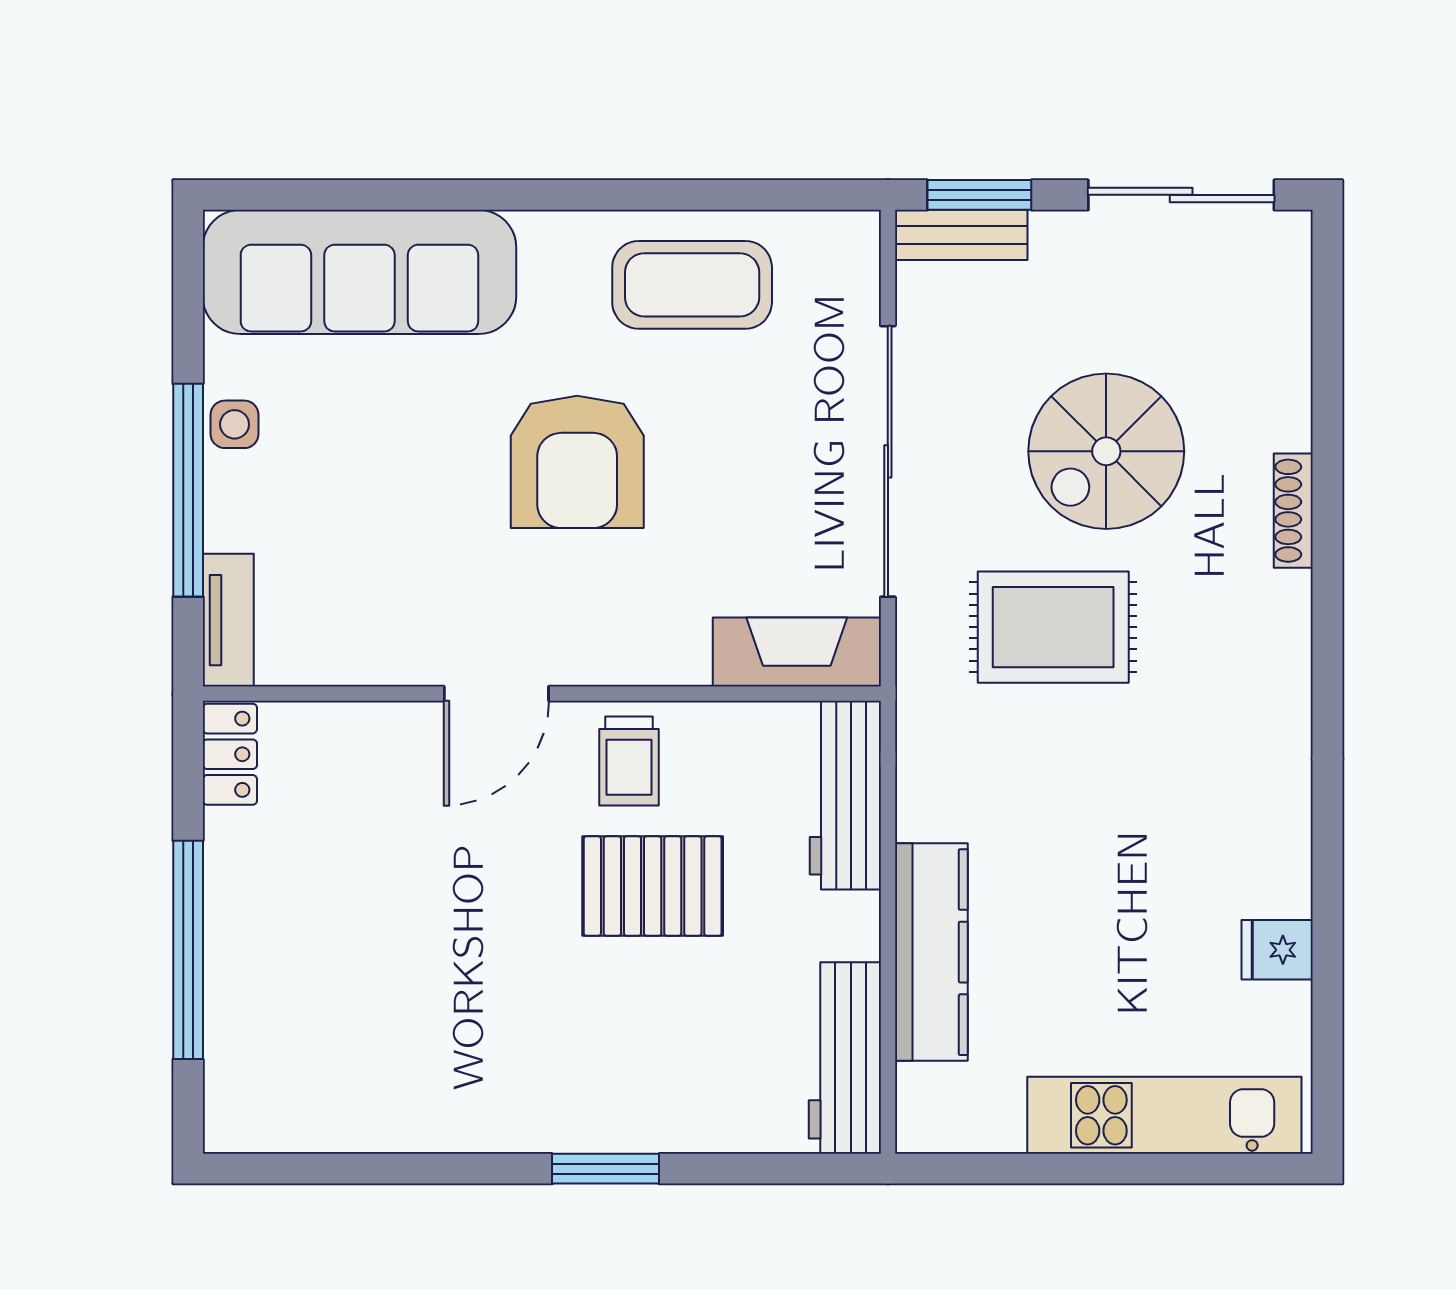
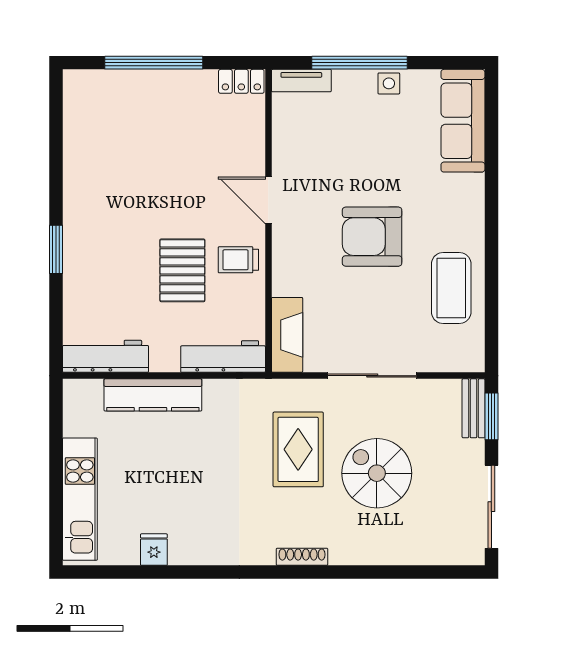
sofa: (359, 272) -> (463, 121), width x0.74, depth x0.79
sliding door: (888, 461) -> (372, 376), width x0.73
shoe rack: (1293, 511) -> (302, 557), moved

